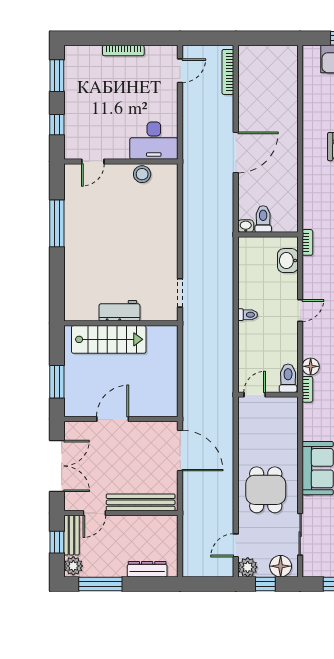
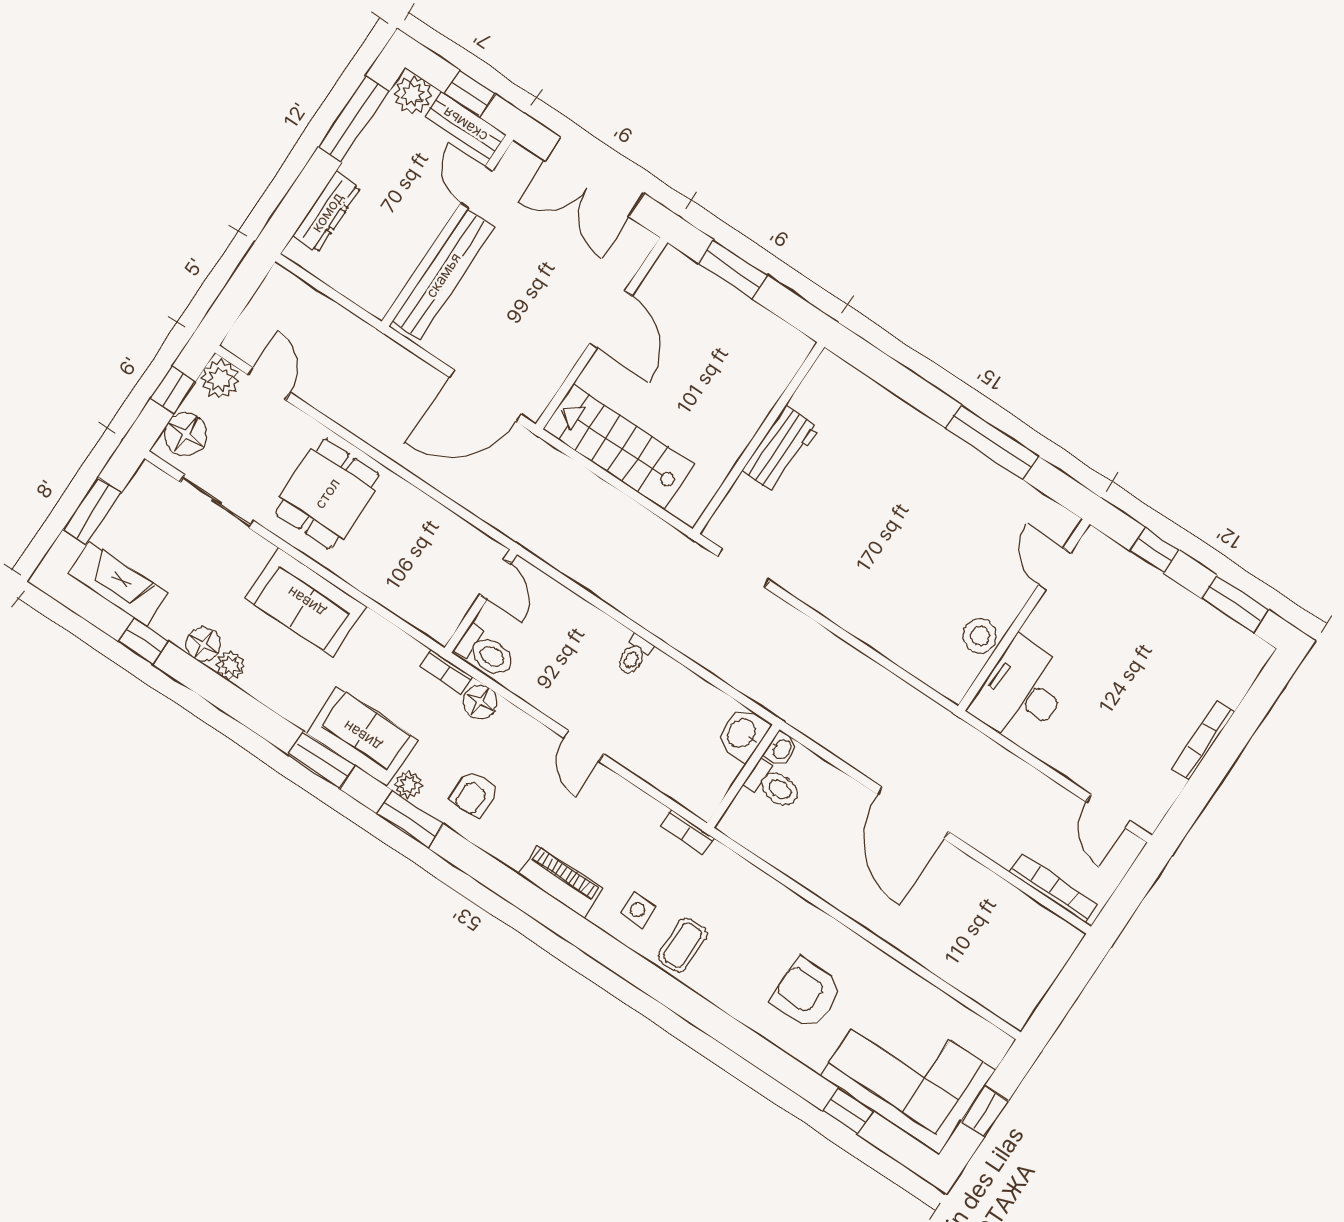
washbasin: (288, 261) -> (742, 734), moved, turned -90
stairs: (109, 339) -> (619, 447), moved, turned 90
dining table: (266, 490) -> (327, 493), turned 90

